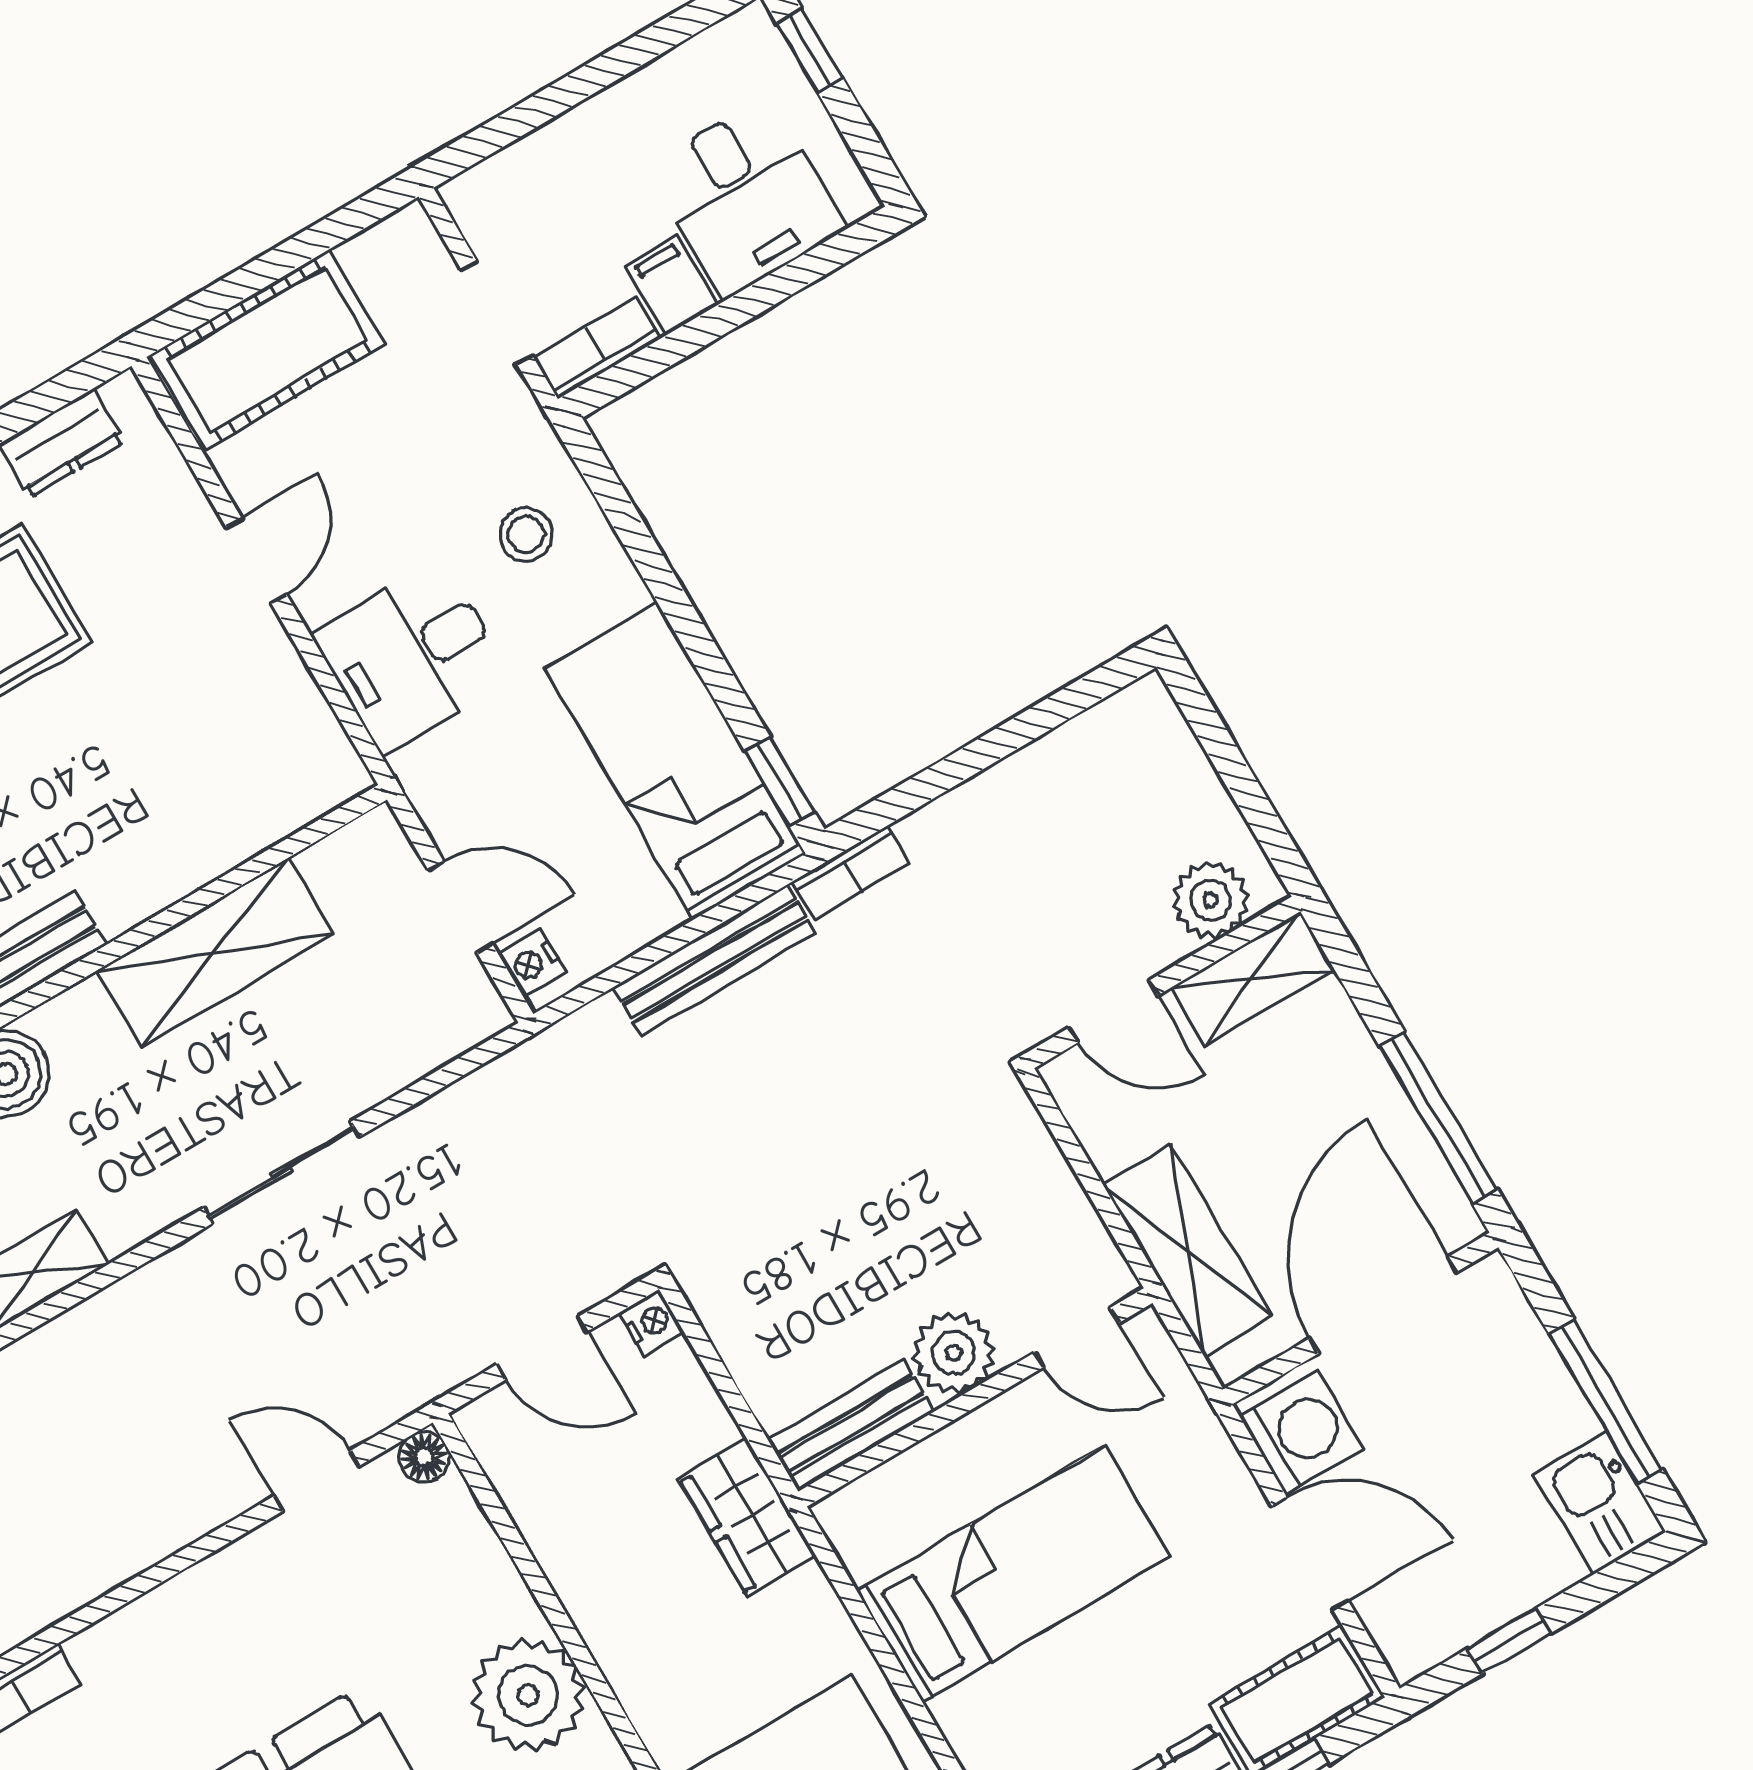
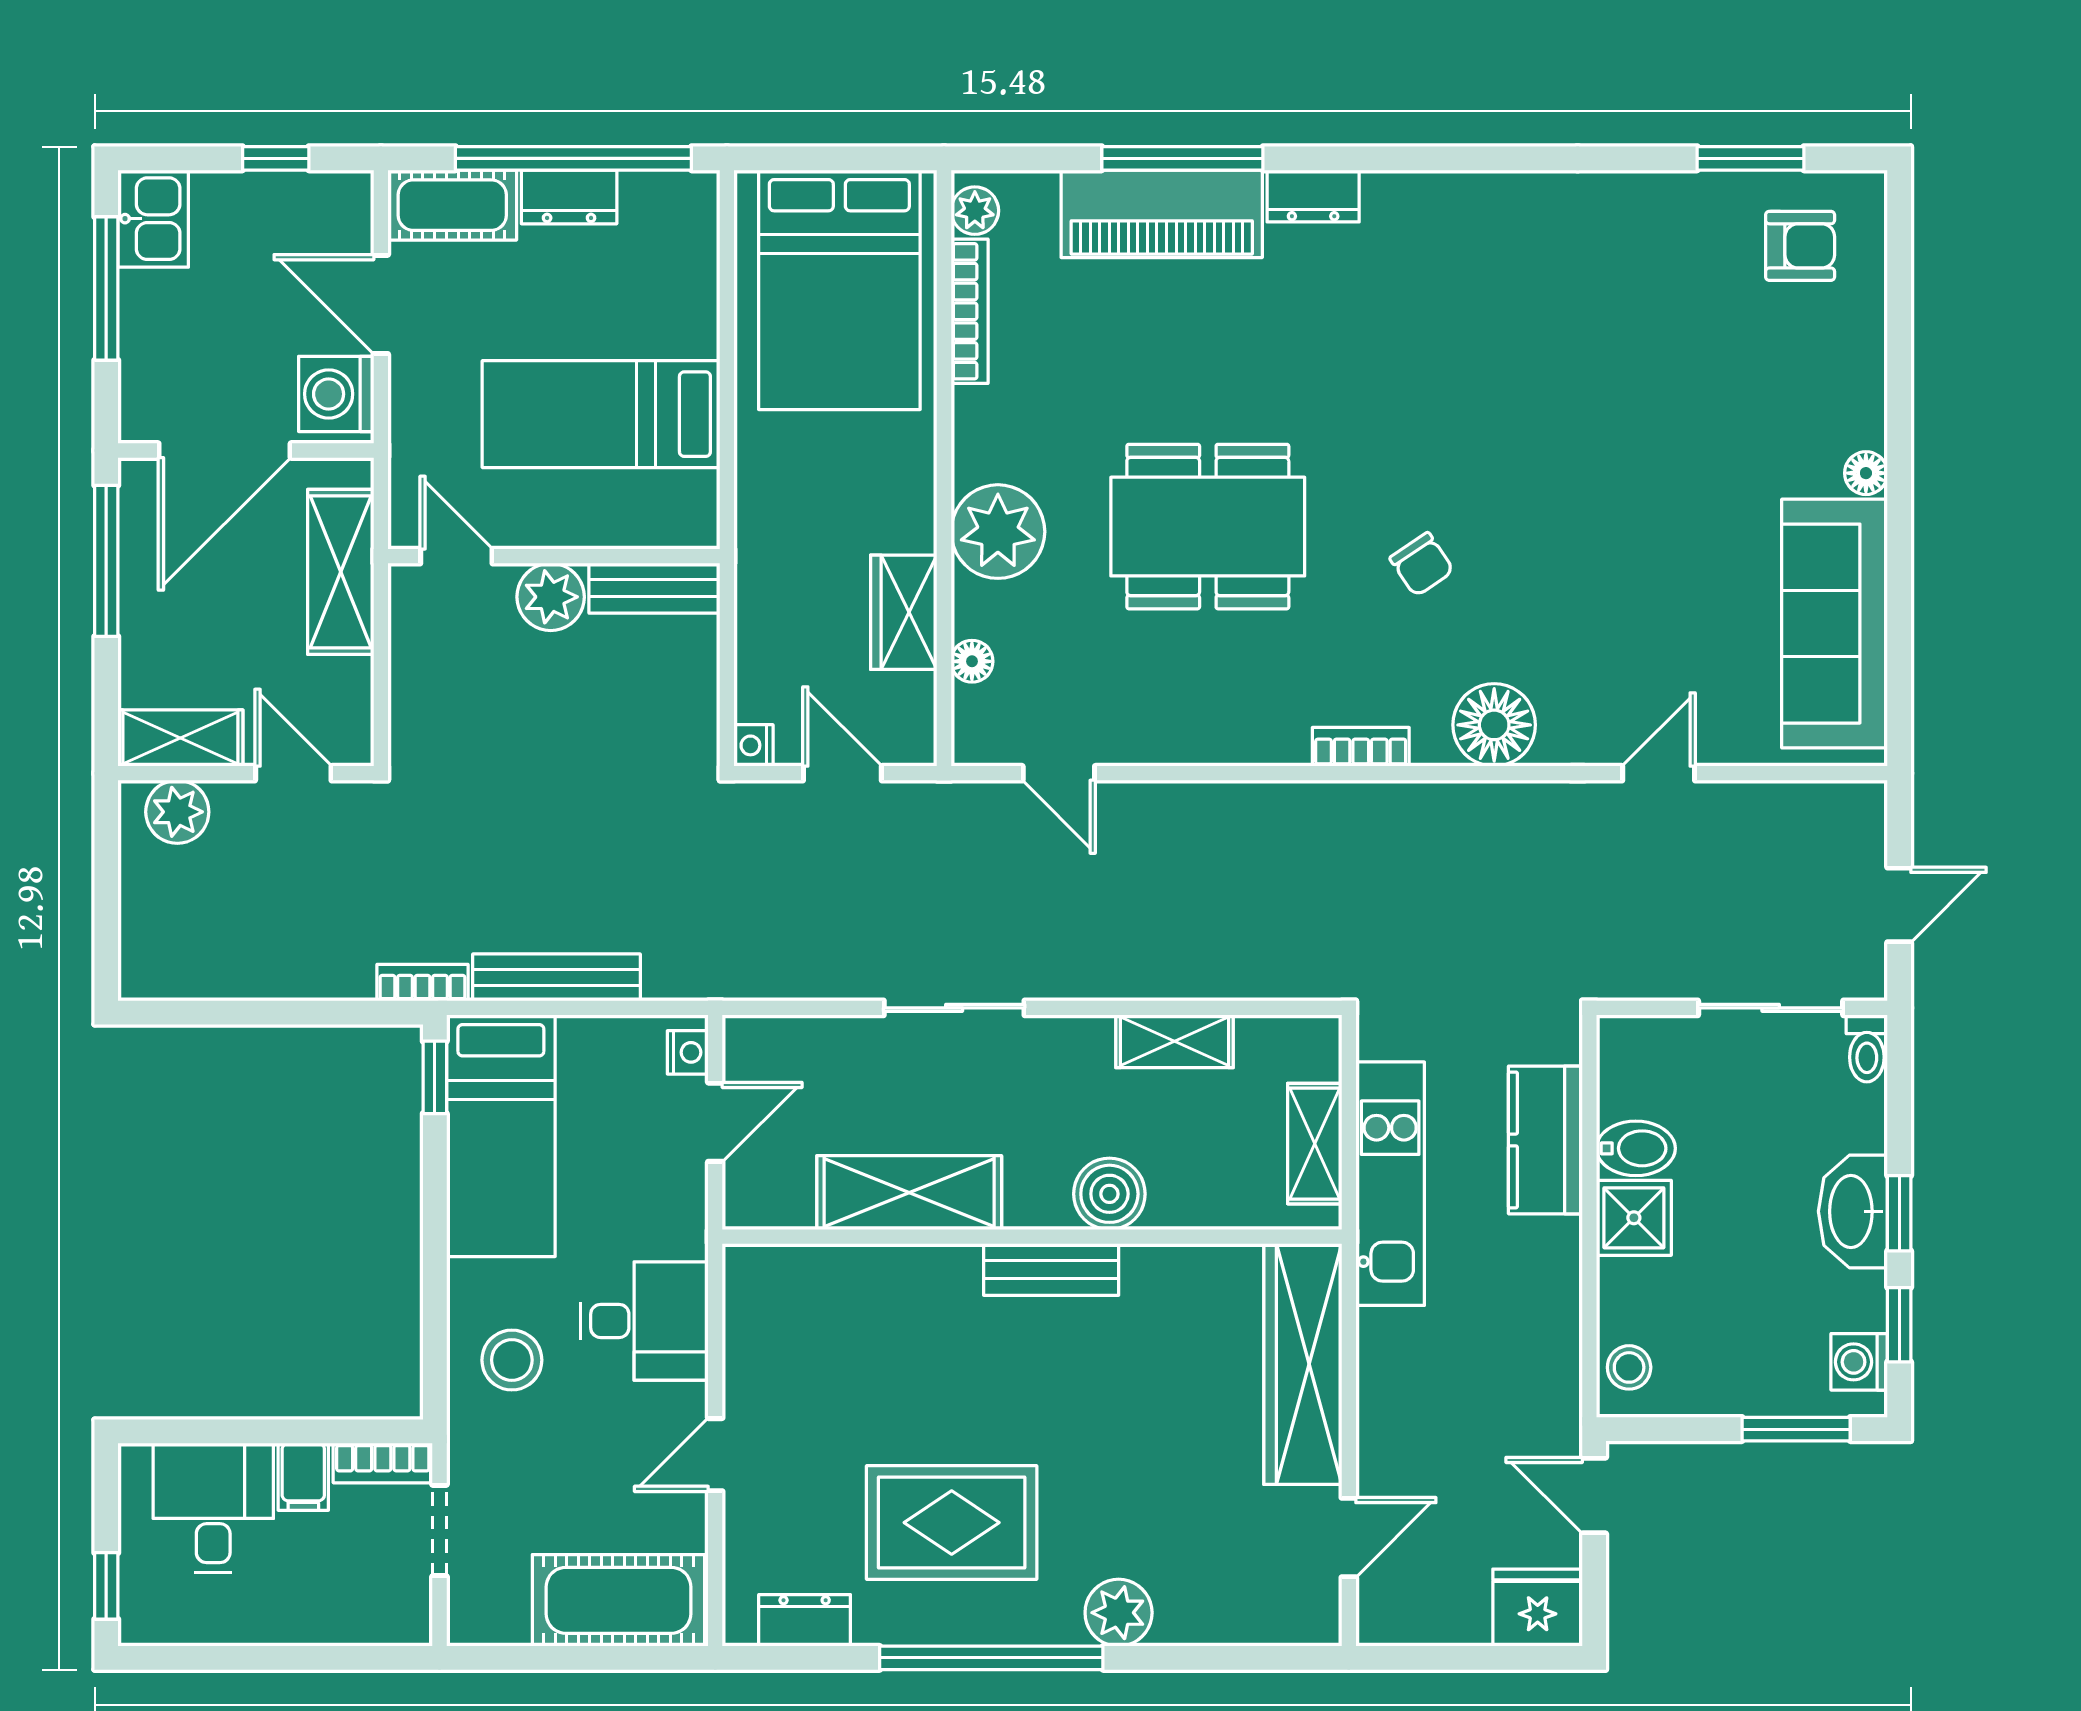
stool: (526, 534) -> (512, 1360), width x1.37, depth x1.37
door: (460, 907) -> (715, 1122), swing flipped
floor lamp: (424, 1457) -> (972, 661), moved
wardrobe: (747, 1517) -> (904, 612), moved, turned 180

